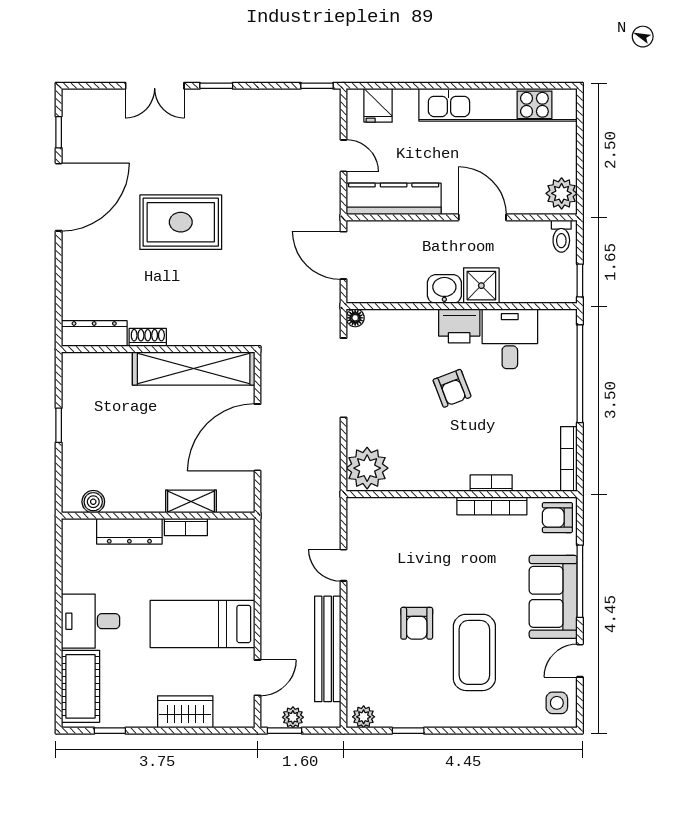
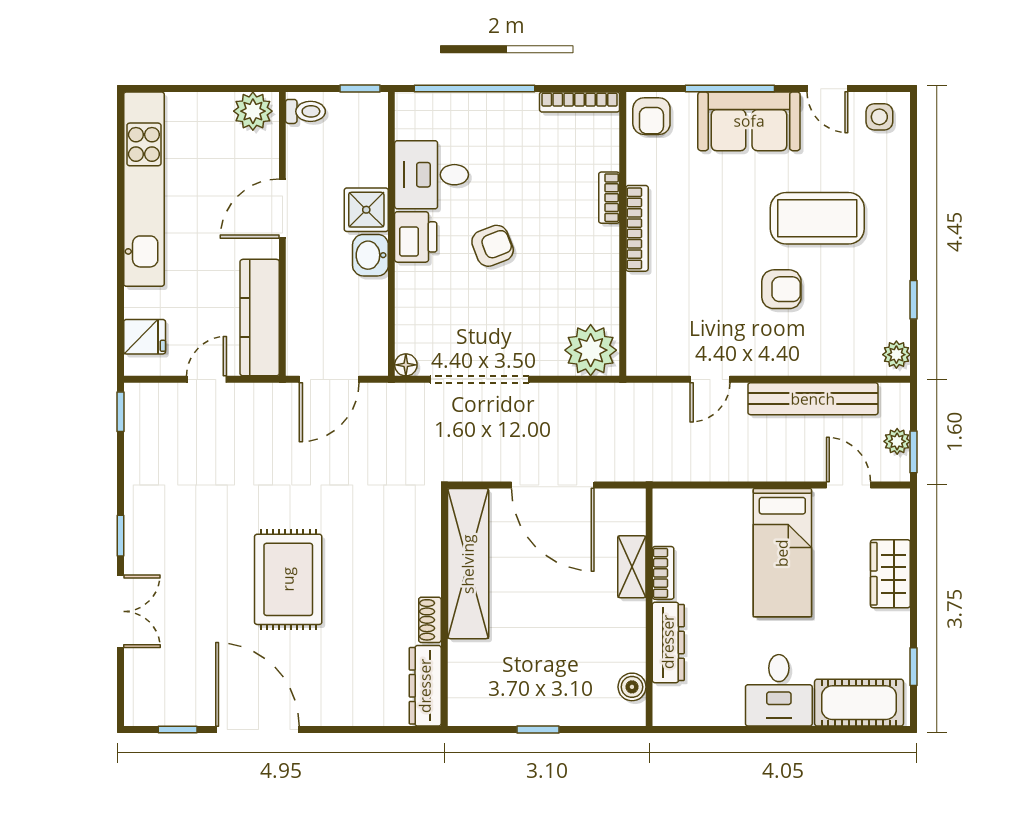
bookcase: (492, 506) -> (637, 228), moved

